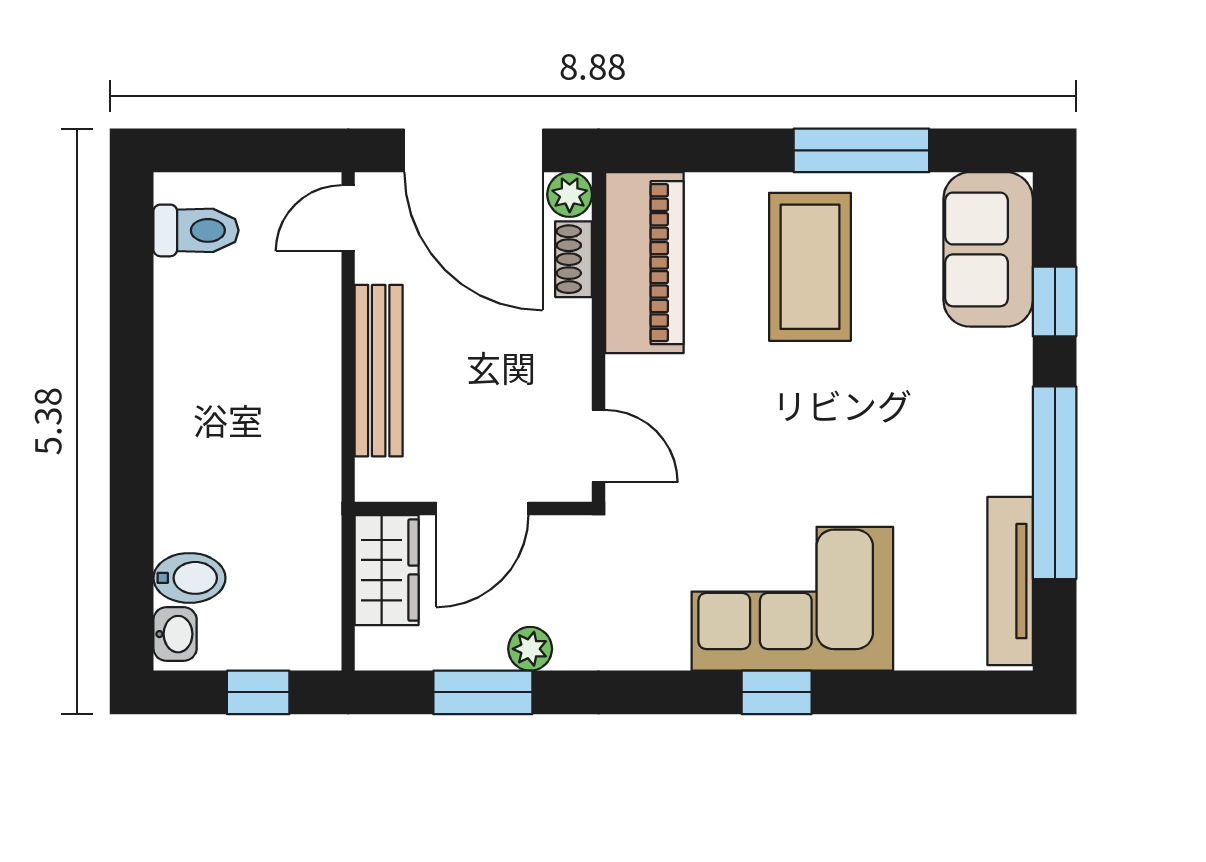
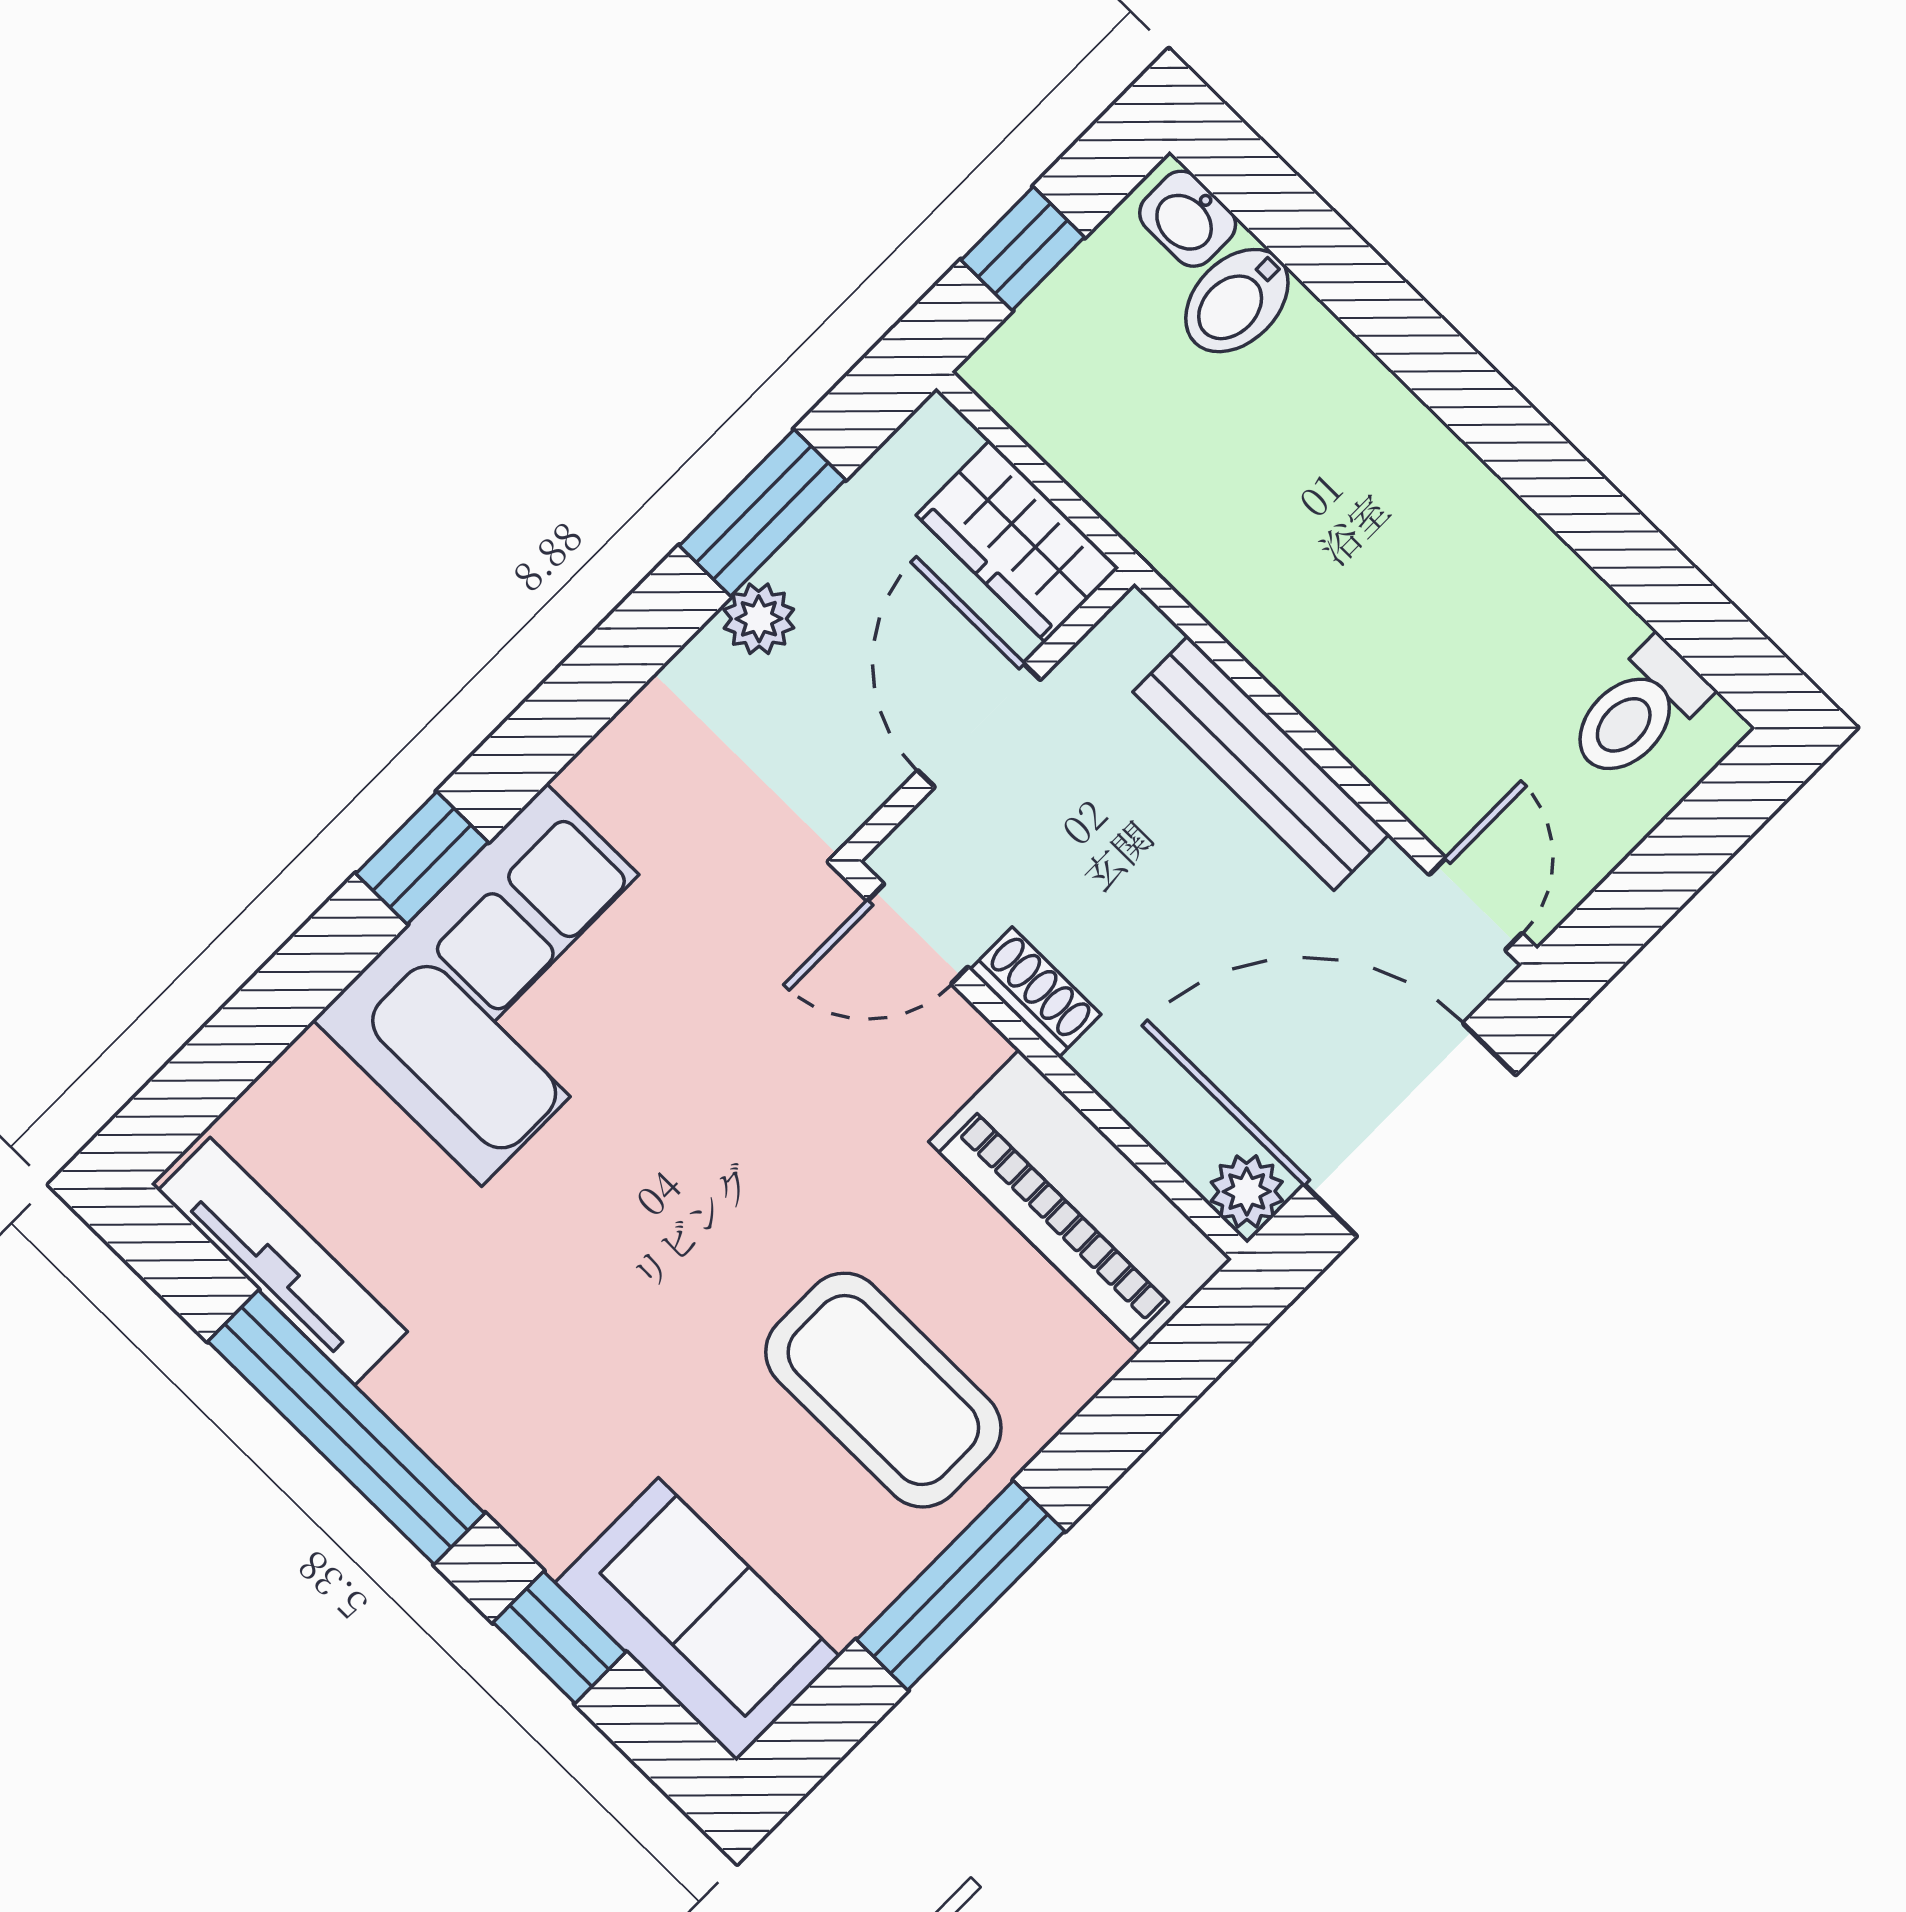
shoe rack: (574, 259) -> (1035, 992), moved

